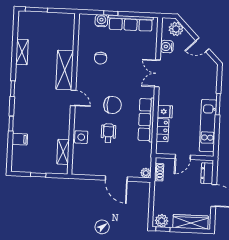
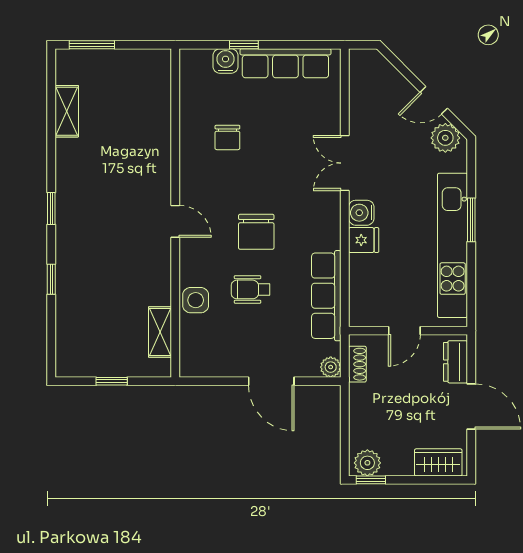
plant: (176, 29) -> (445, 138), moved
water cooler: (167, 47) -> (361, 213), moved
shelving: (22, 52) -> (67, 111), moved
shelving: (65, 70) -> (155, 165), removed
chair: (112, 105) -> (256, 232), turned 90
row of seats: (146, 120) -> (326, 296), moved
kitchen unit: (208, 126) -> (453, 245), width x1.36
locker: (162, 130) -> (361, 278), removed
wheelchair: (108, 133) -> (251, 289), turned -90
filing cabinet: (20, 139) -> (71, 310), removed
wardrobe: (191, 222) -> (438, 462), width x0.67

